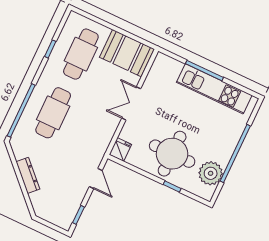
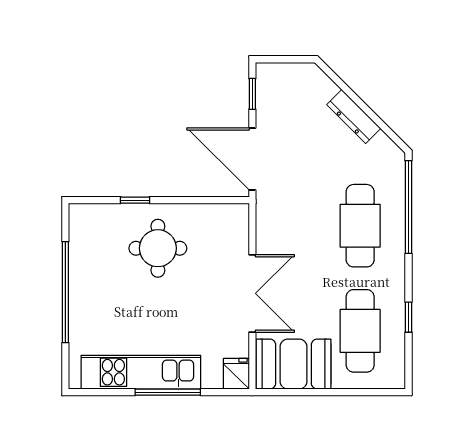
double door: (131, 103) -> (252, 293), width x1.37
fridge: (120, 149) -> (236, 374), moved, turned 180
round table: (172, 154) -> (158, 248), width x0.73, depth x0.73
plant: (211, 173) -> (88, 246), removed
door: (96, 179) -> (252, 159), width x1.87

